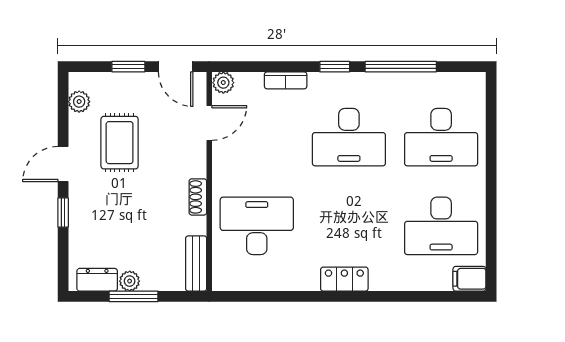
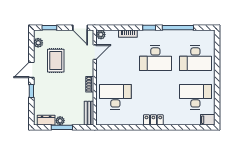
window: (128, 67) -> (49, 28), moved
desk: (441, 226) -> (195, 97), turned 180

